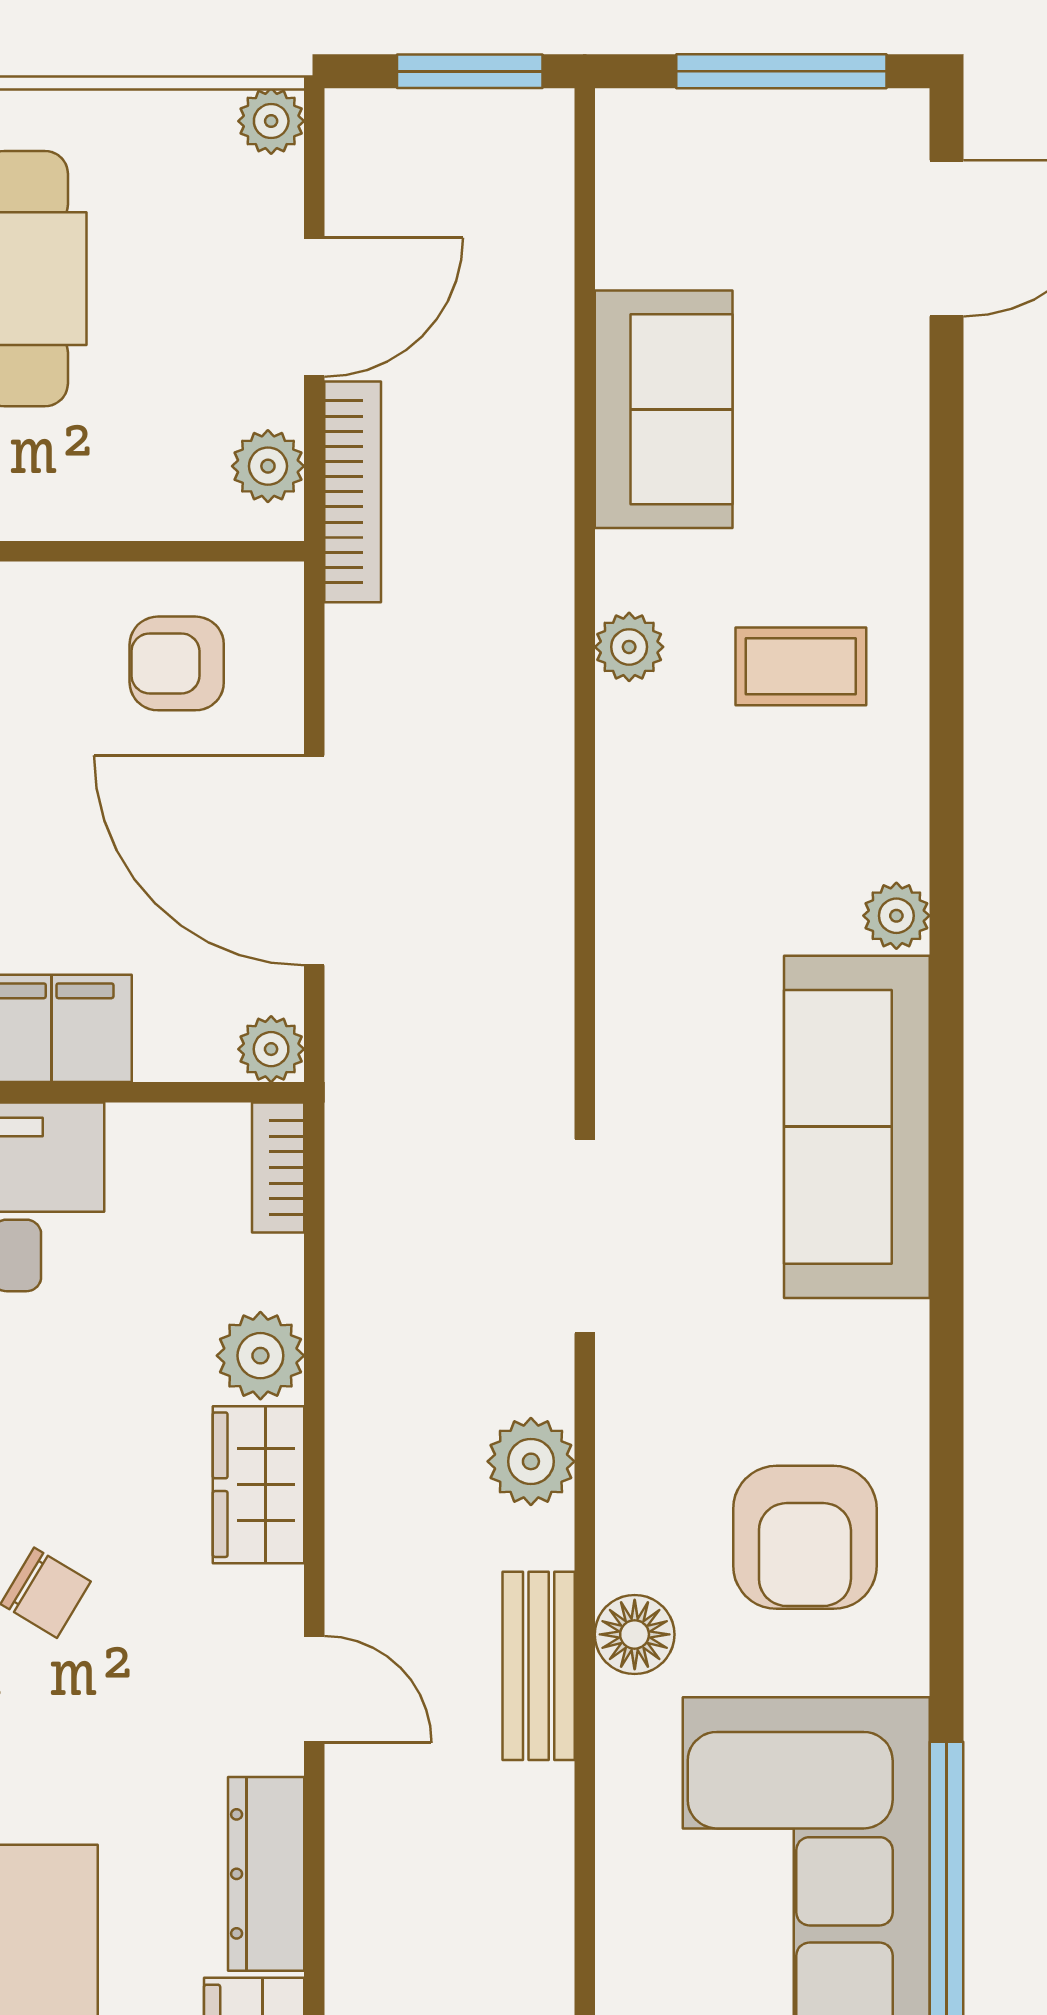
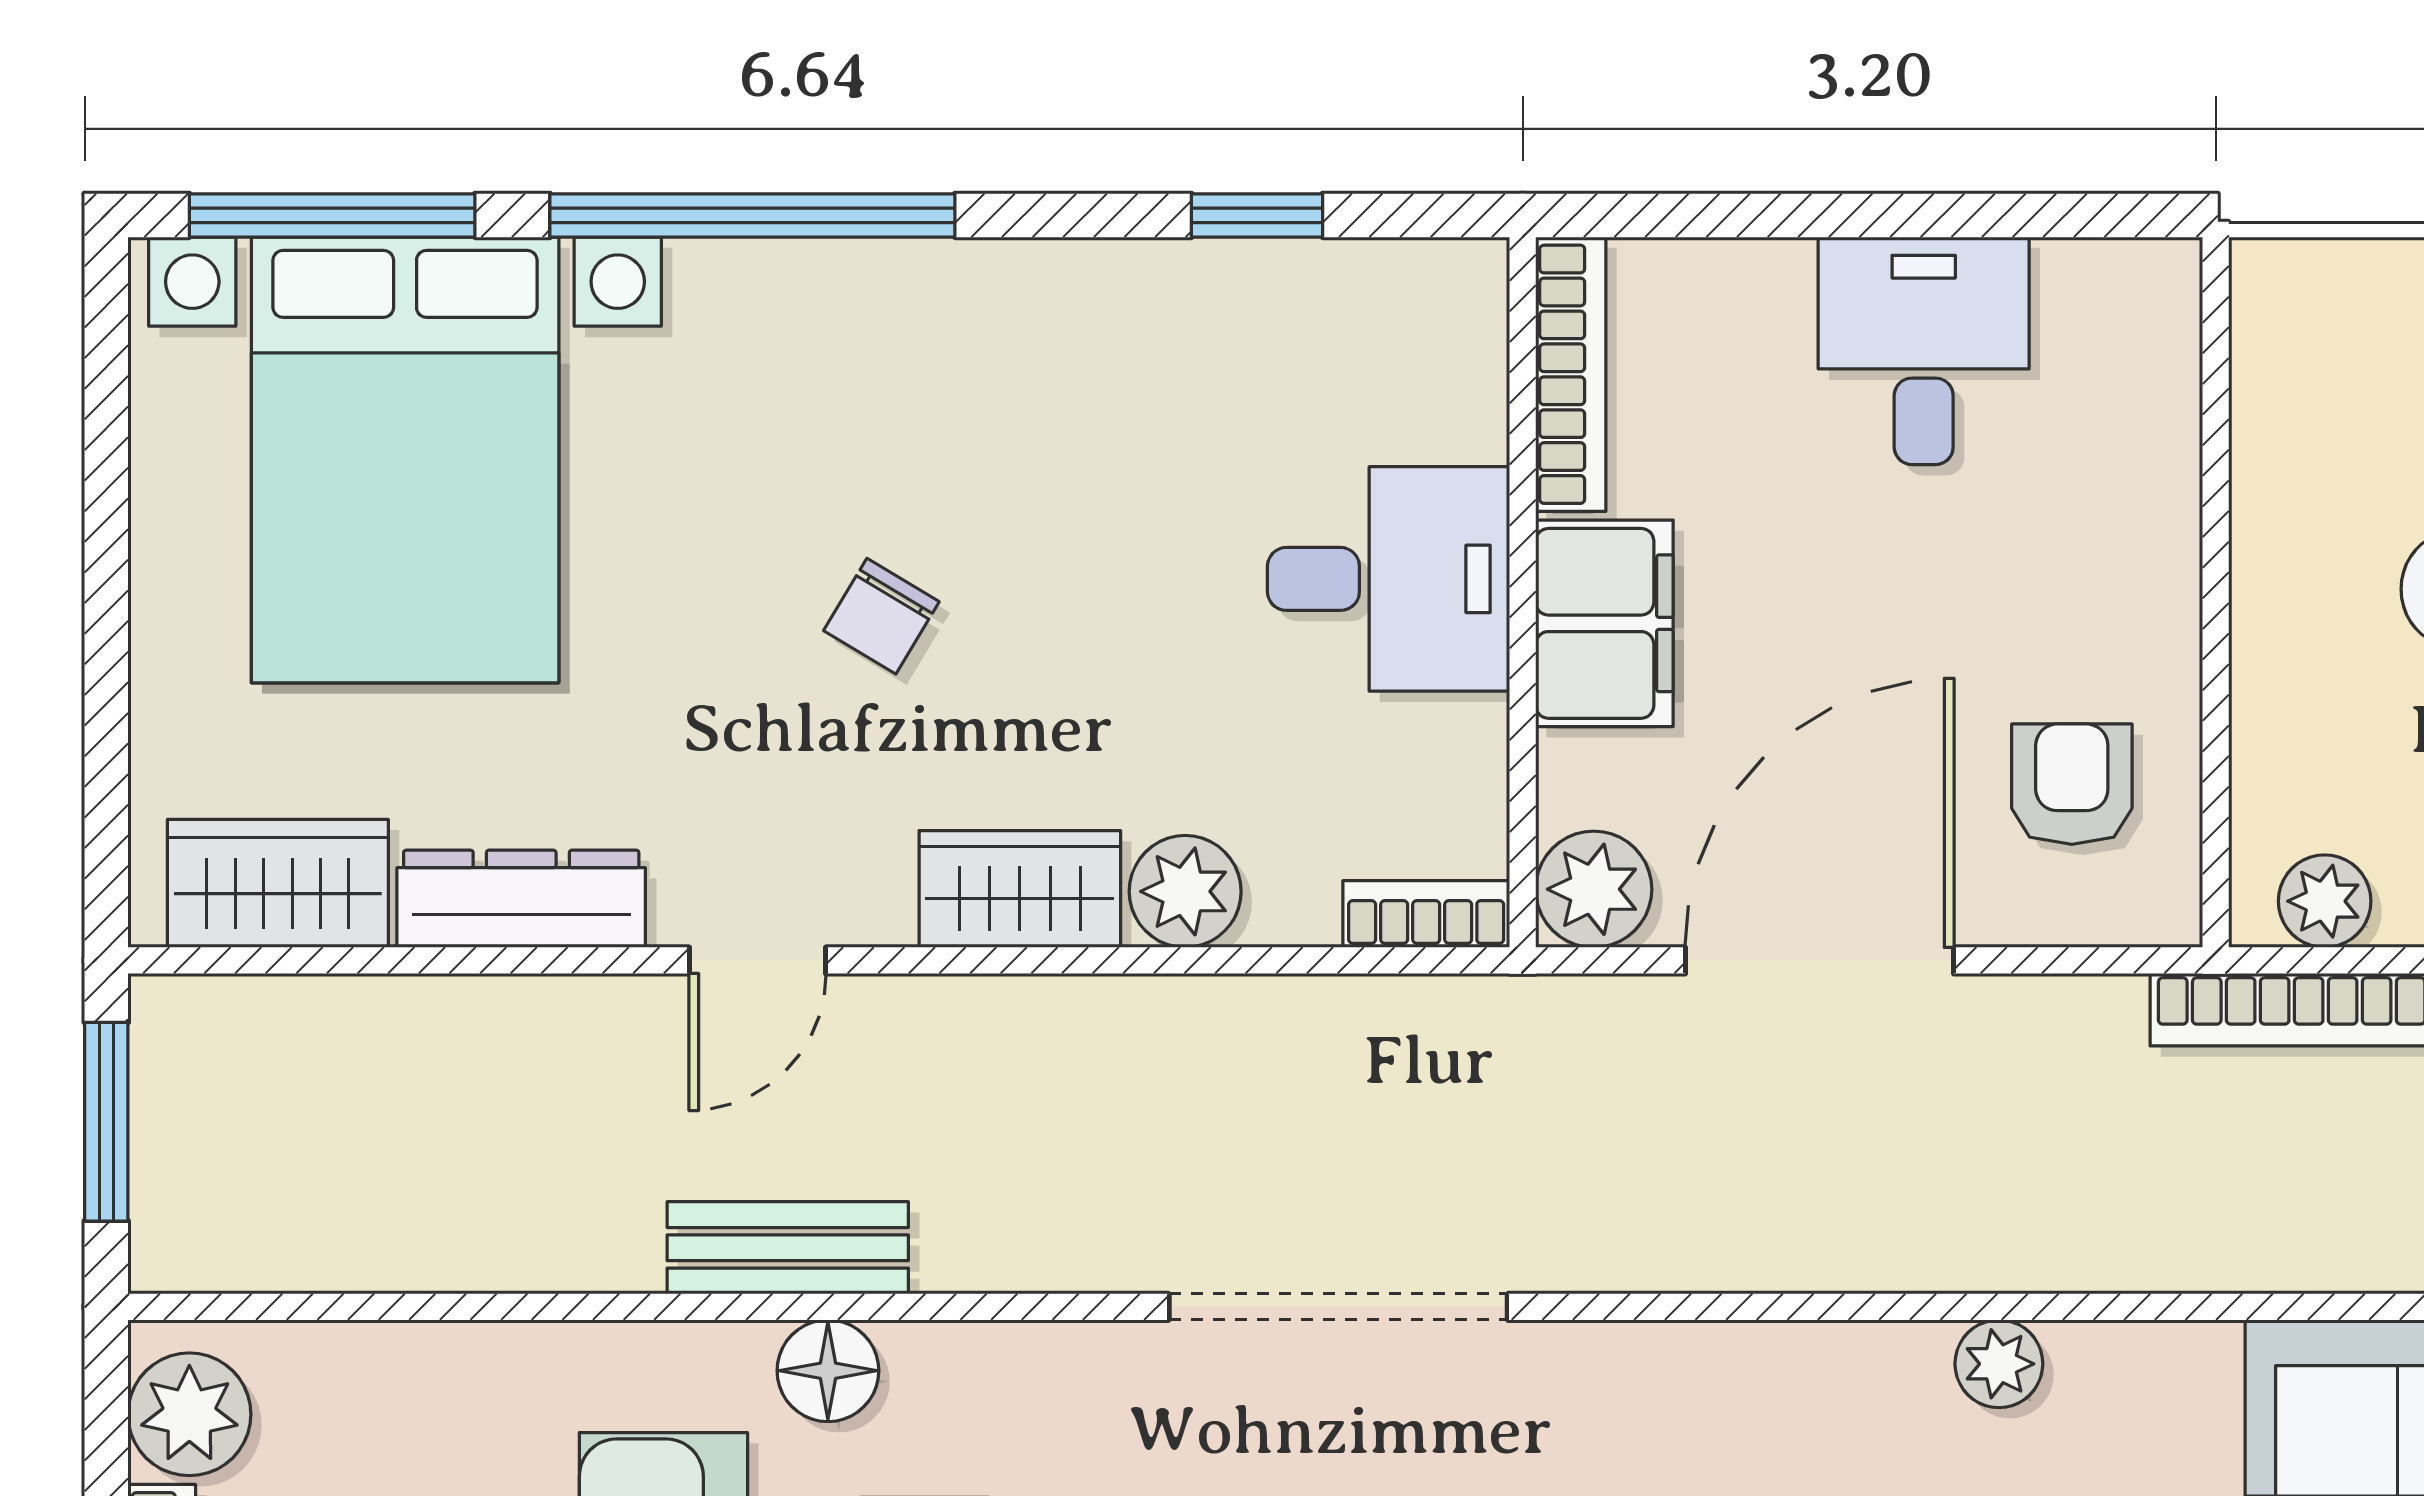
plant: (629, 647) -> (1999, 1364), moved
plant: (271, 1049) -> (1594, 889), width x1.38, depth x1.38
doorway: (585, 1236) -> (1338, 1307), width x1.36
plant: (531, 1461) -> (1050, 1238), removed

